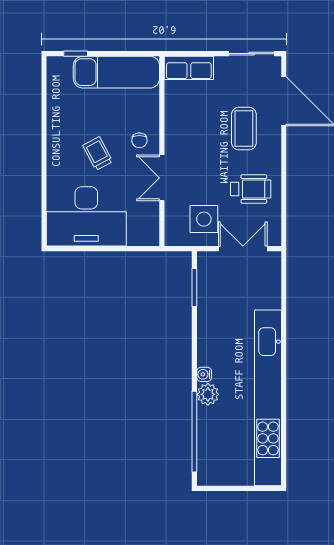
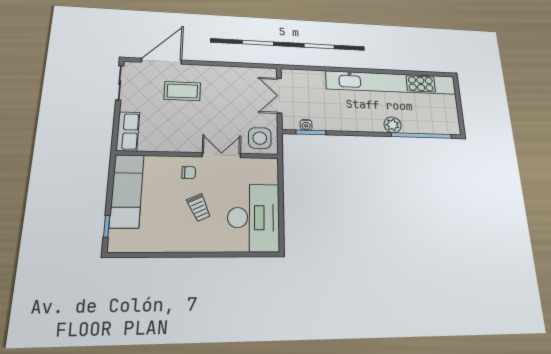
trolley: (98, 153) -> (199, 208), turned -87
double door: (162, 178) -> (221, 155), swing flipped
wheelchair: (251, 189) -> (232, 88), removed
side table: (204, 219) -> (260, 138), moved
water cooler: (204, 374) -> (306, 125), moved

